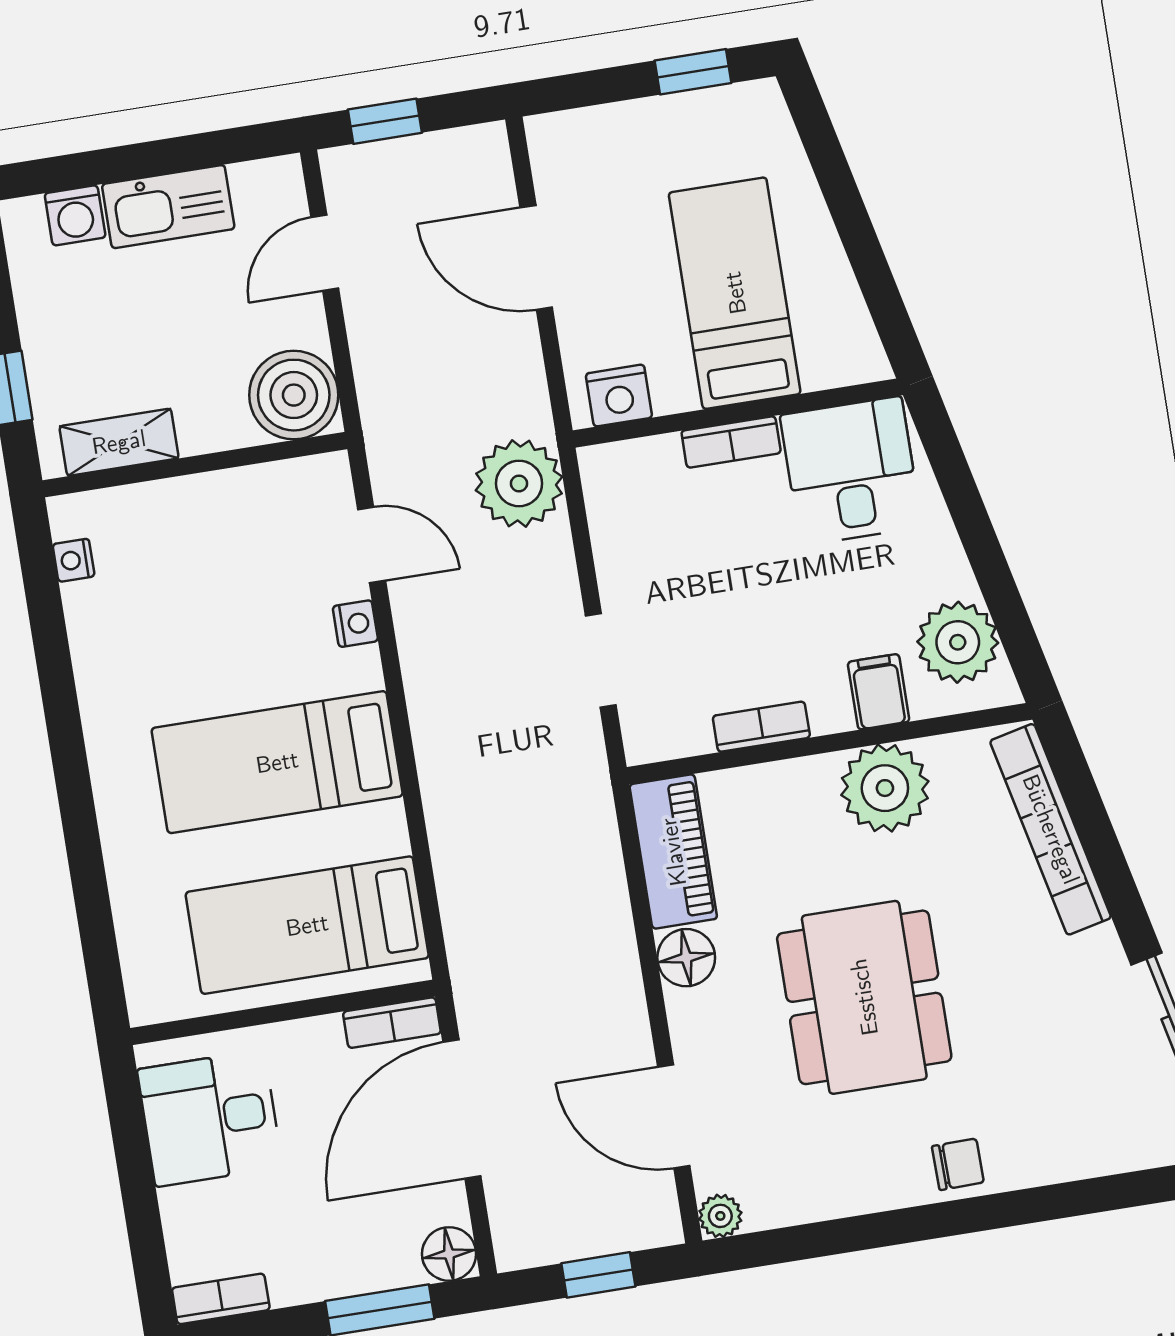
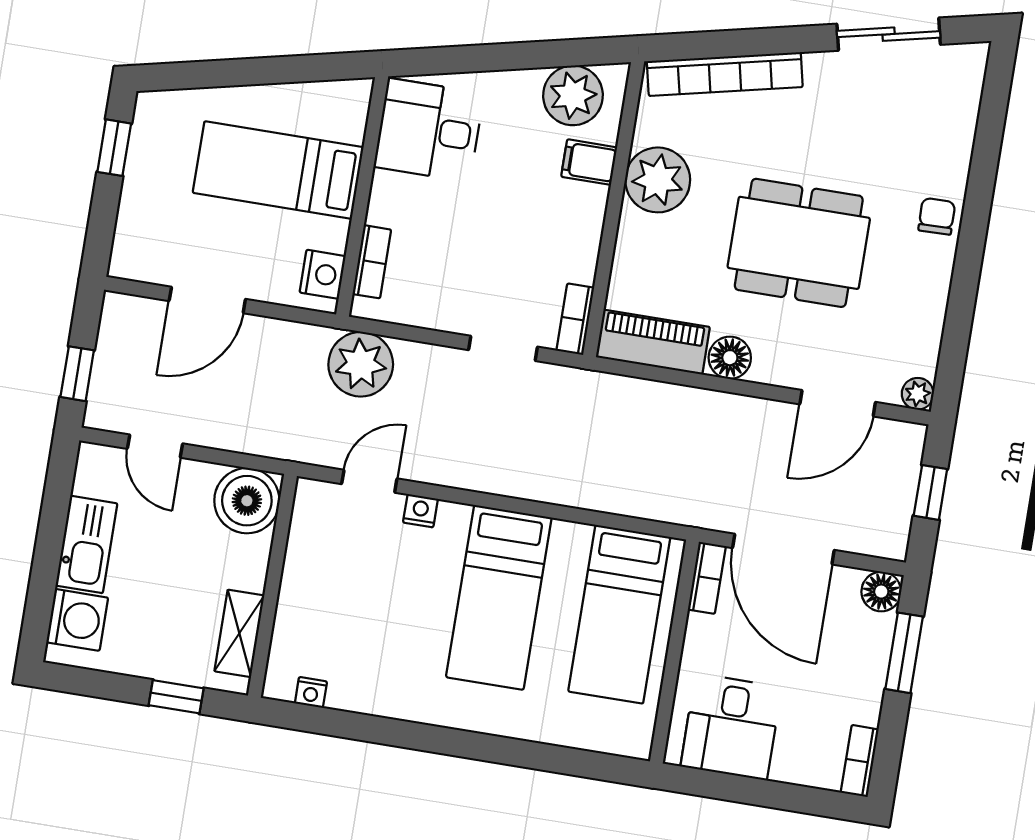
washing machine: (75, 215) -> (77, 620), width x1.38, depth x1.38
bookcase: (731, 442) -> (372, 262), moved
bookcase: (761, 727) -> (575, 319), moved

